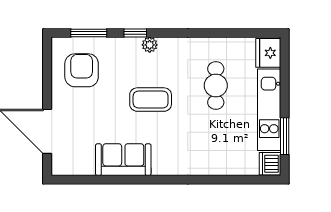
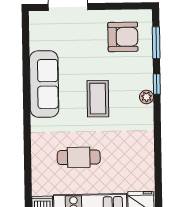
cafe table: (216, 86) -> (79, 157), moved
sofa: (123, 160) -> (44, 84), width x1.36

